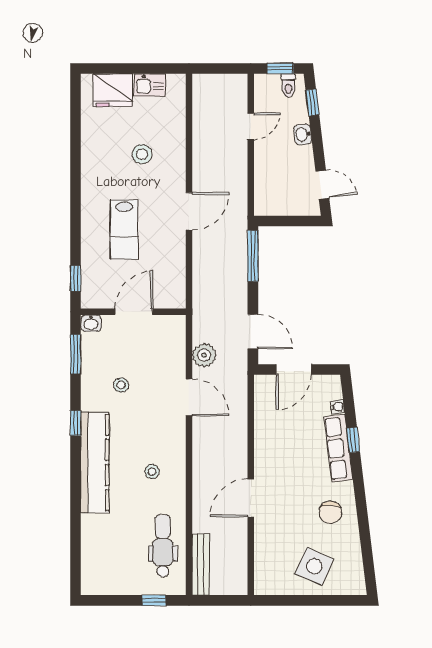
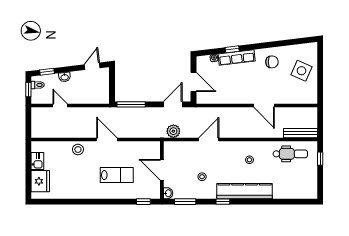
stool: (142, 154) -> (78, 150), moved
plant: (204, 355) -> (173, 131), moved
dental chair: (163, 546) -> (290, 154), turned 180

